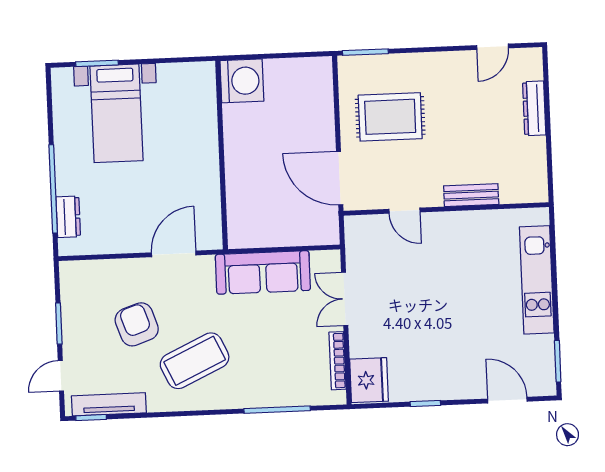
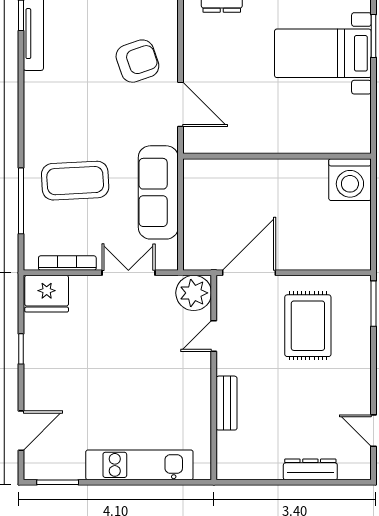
plant: (362, 233) -> (194, 293), added
armchair: (137, 324) -> (137, 61), moved
coffee table: (195, 361) -> (75, 181), moved, turned -68

